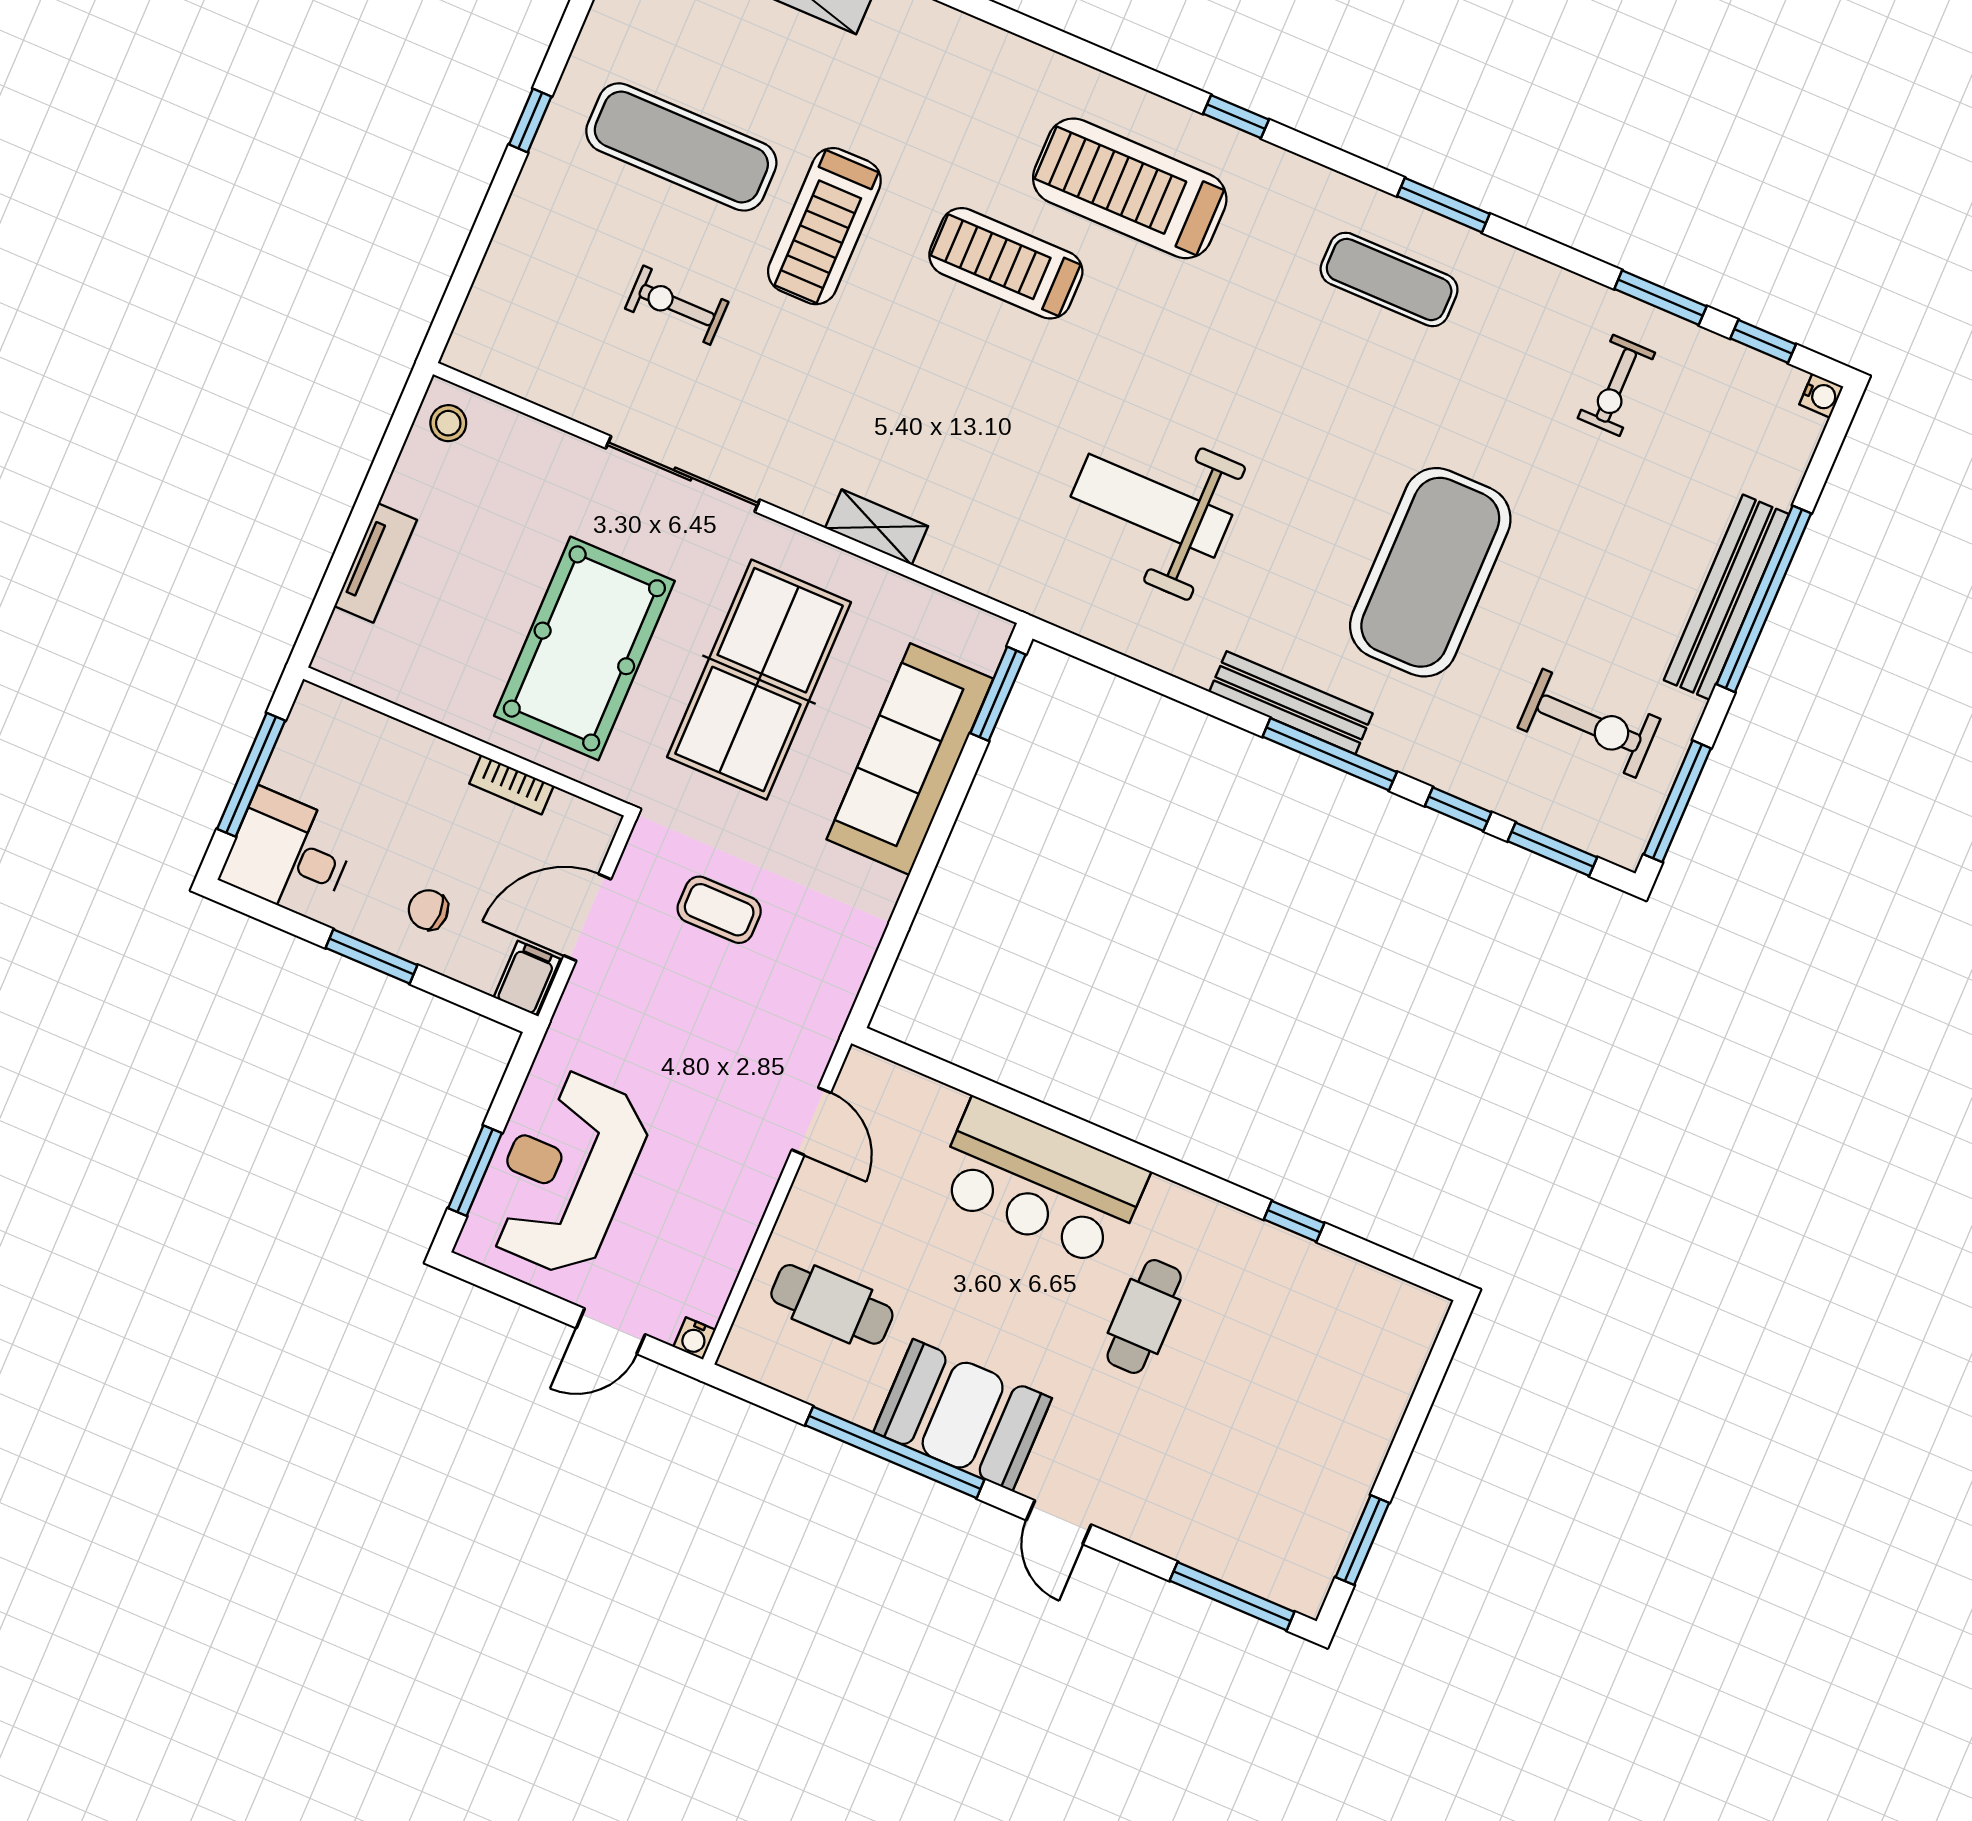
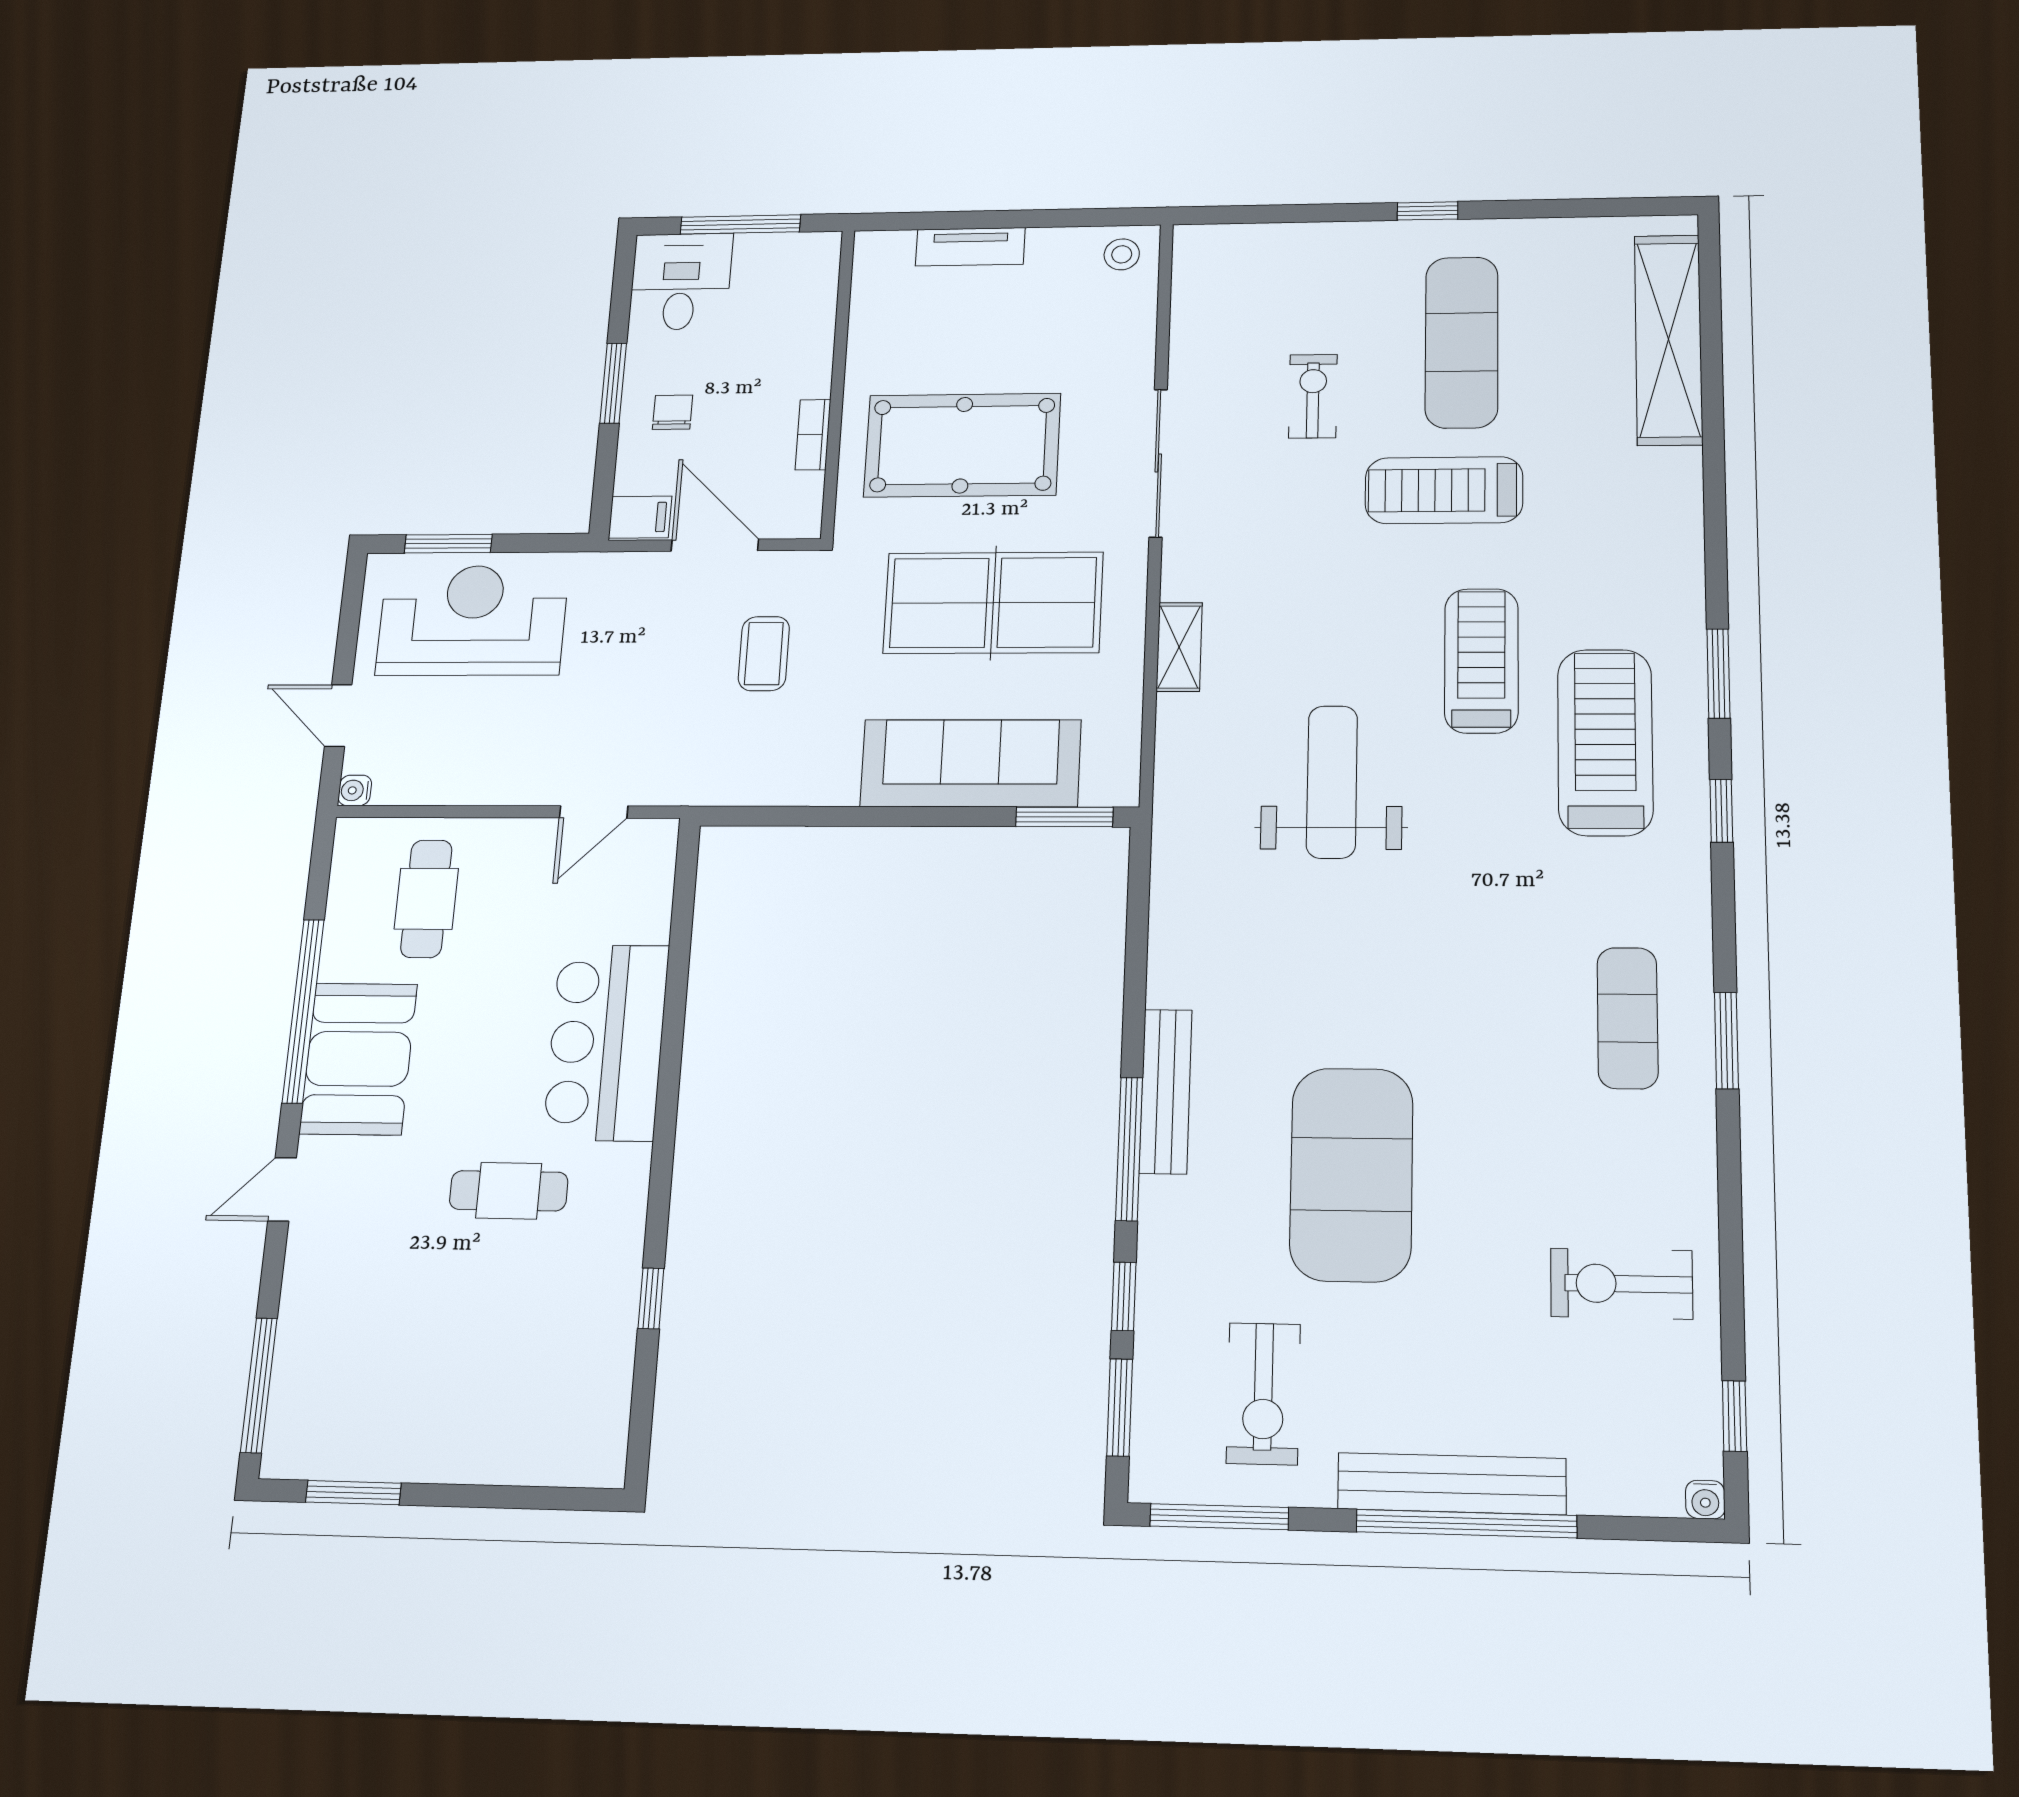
window: (1660, 298) -> (1718, 673), moved
exercise bike: (1616, 385) -> (1622, 1284), width x1.38, depth x1.39
weight bench: (1151, 506) -> (1332, 782), moved
exercise mat: (1430, 572) -> (1351, 1174), turned 90

